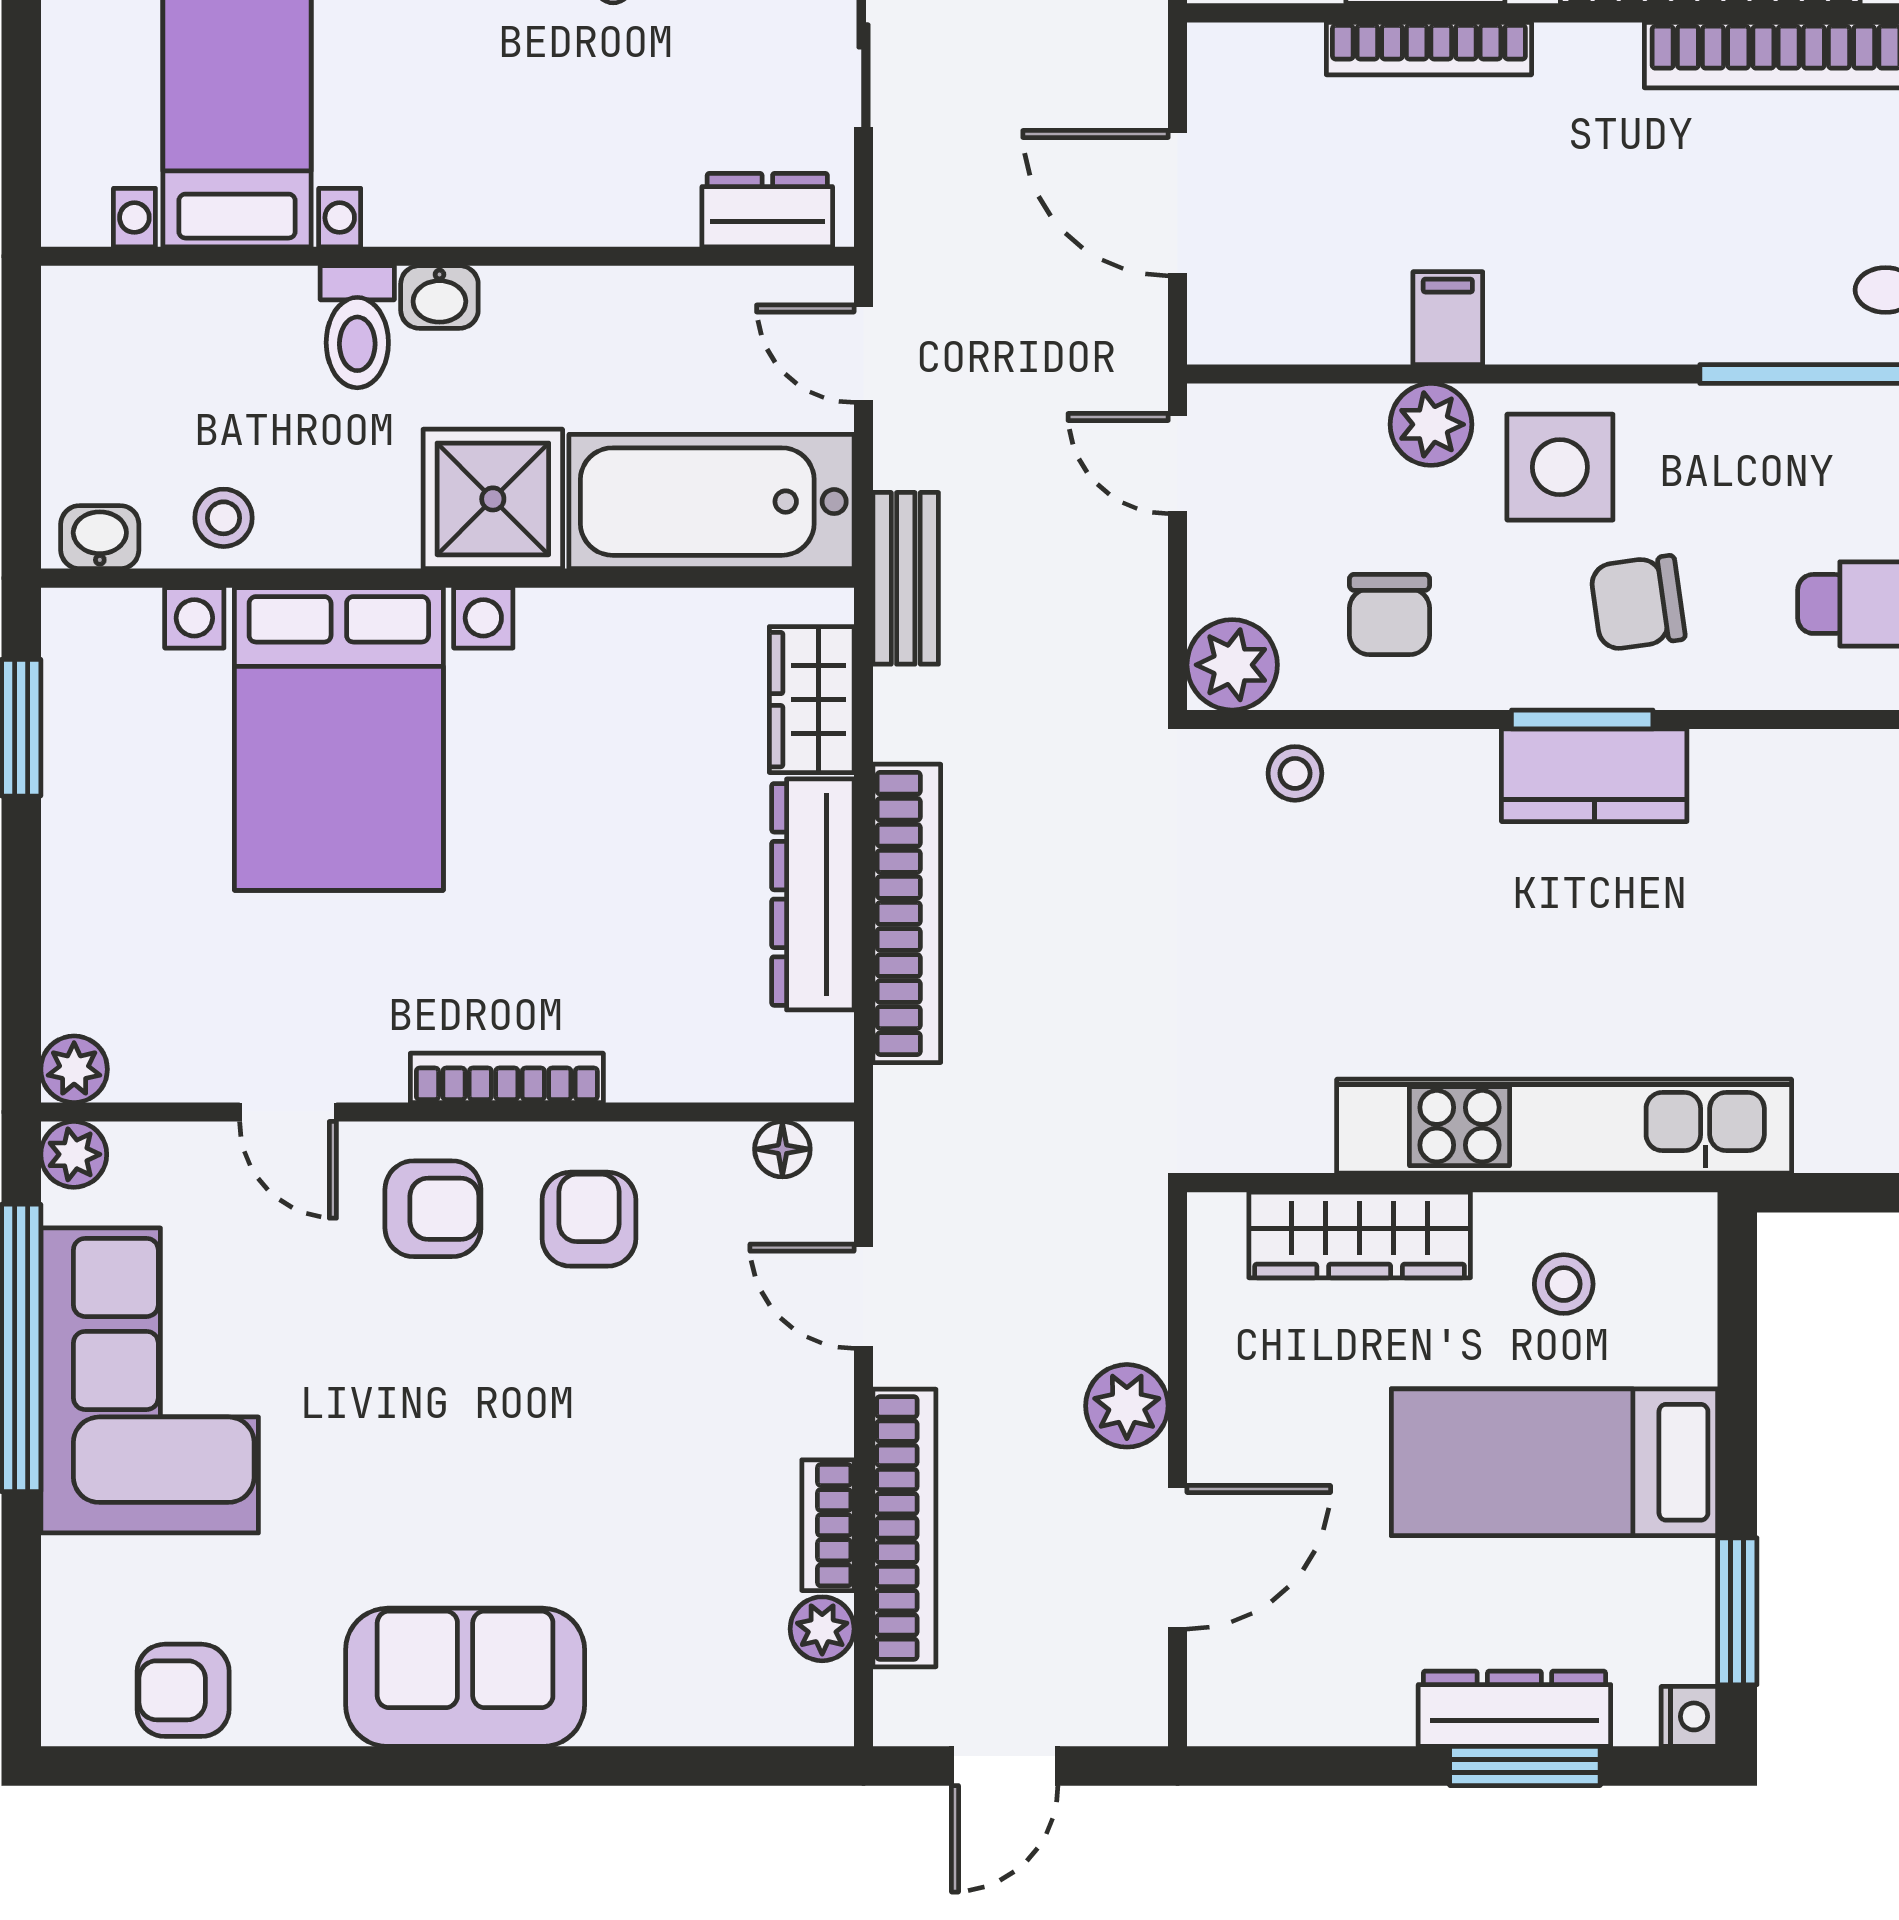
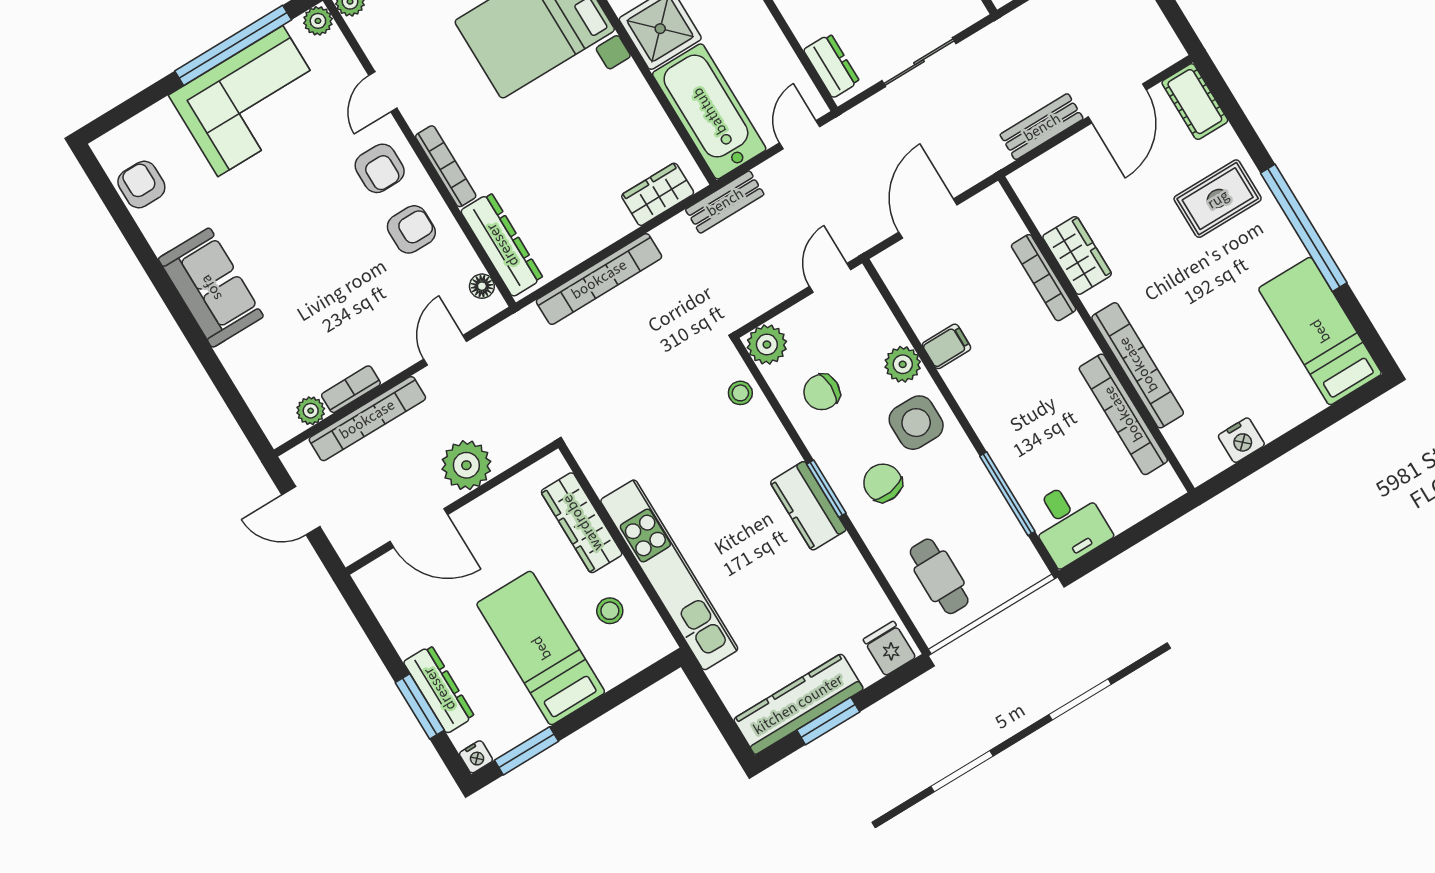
dresser: (813, 894) -> (502, 245), moved, turned 90
plant: (1127, 1406) -> (466, 465), width x1.36, depth x1.36

